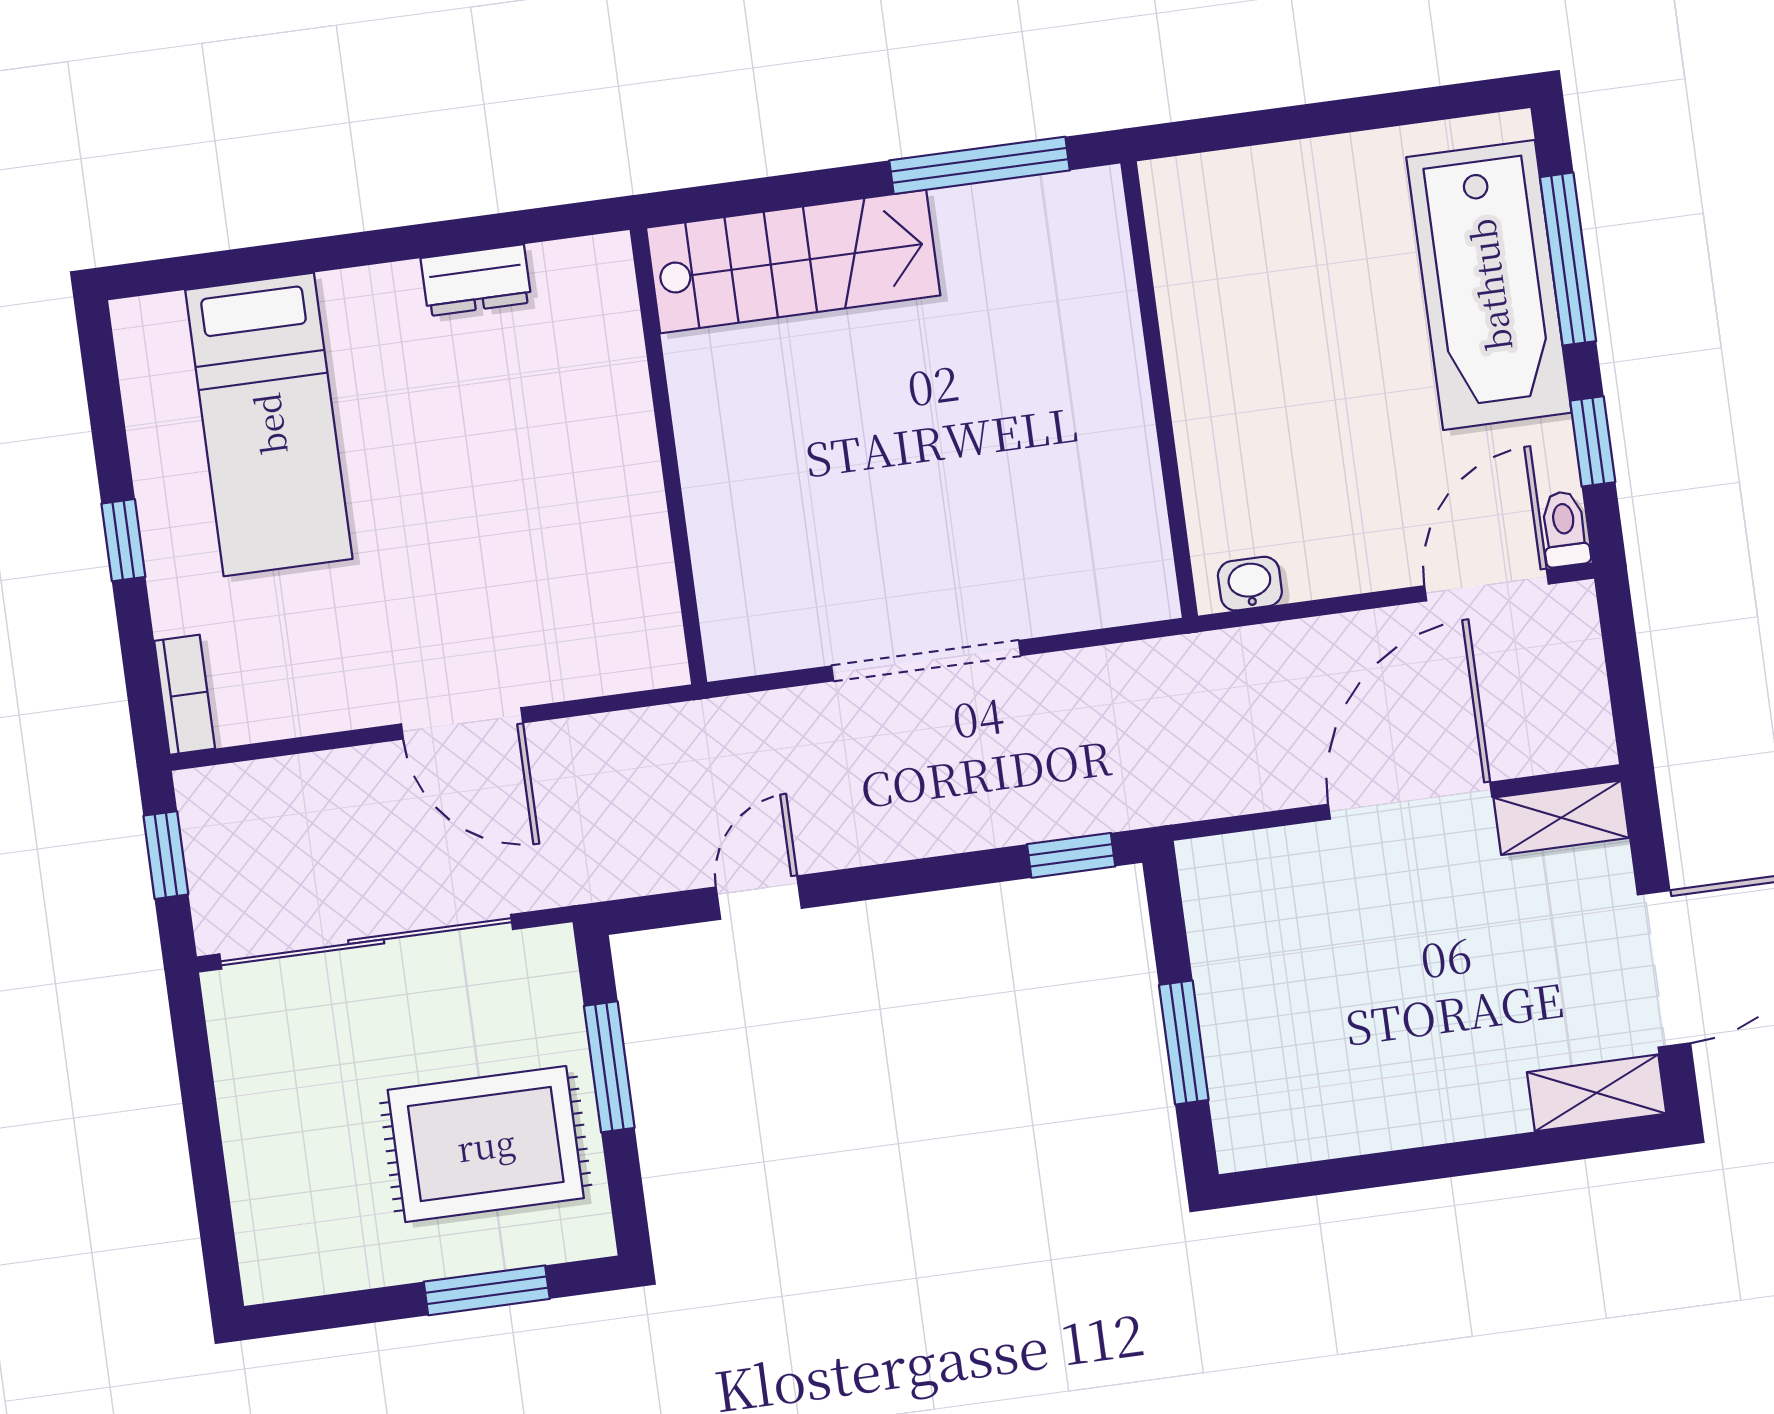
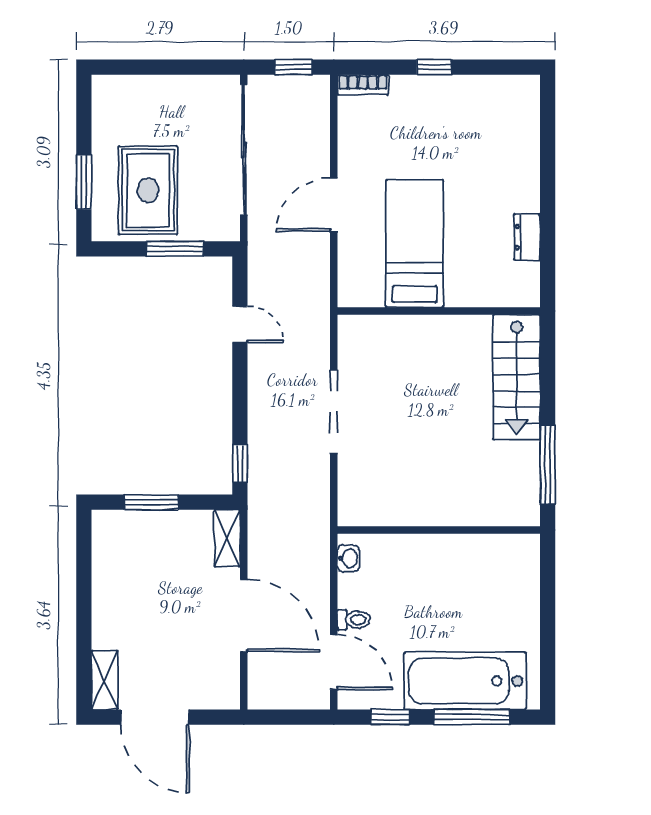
bed: (269, 424) -> (415, 244), moved, turned 90
toilet: (1565, 529) -> (354, 620), moved
shelving: (1561, 818) -> (227, 538), moved

